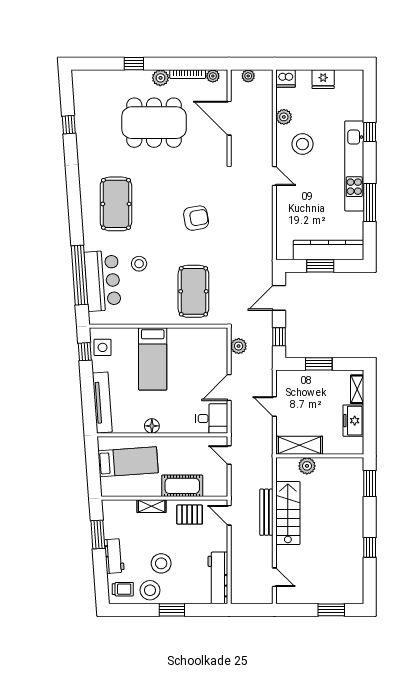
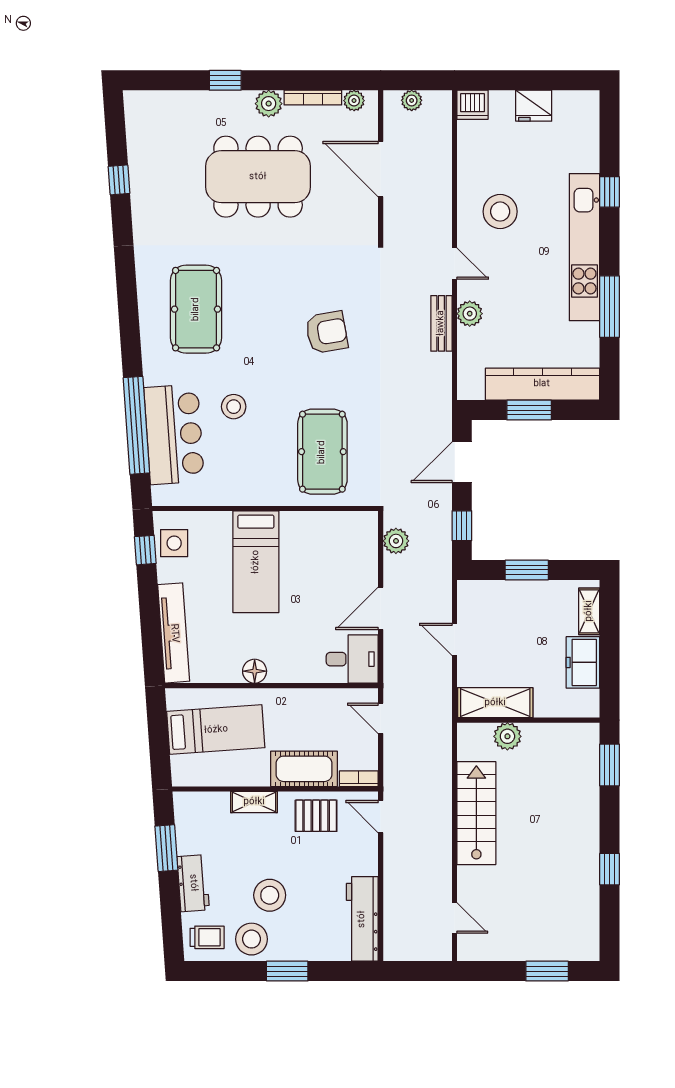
plant: (284, 117) -> (470, 314), moved
bookcase: (216, 492) -> (359, 779), added
bench: (266, 512) -> (441, 323), moved, width x0.73

